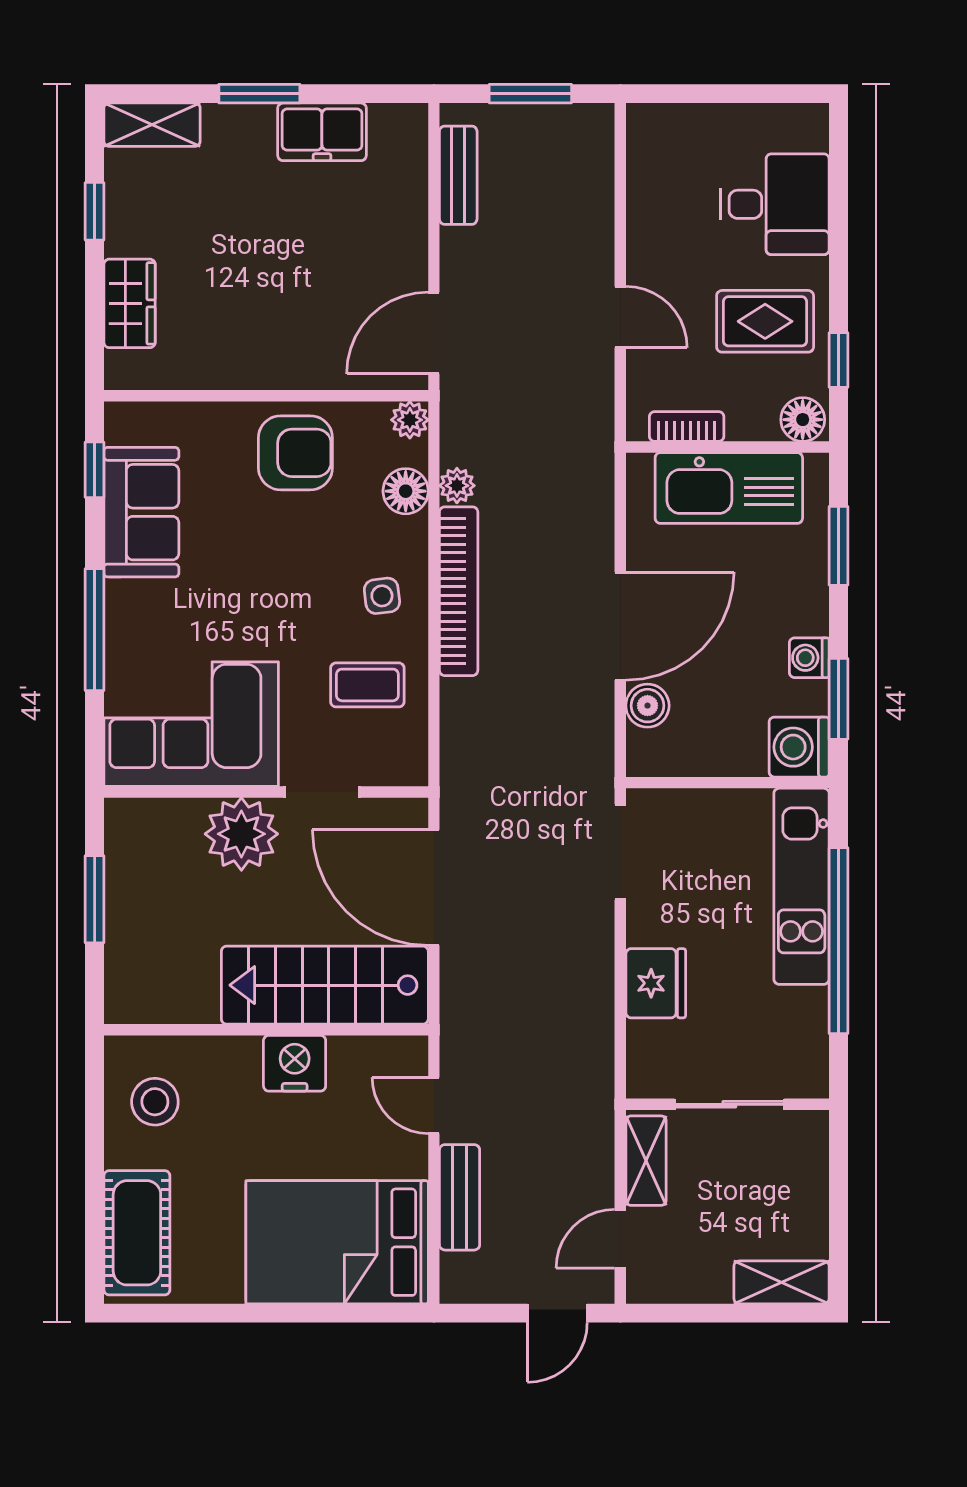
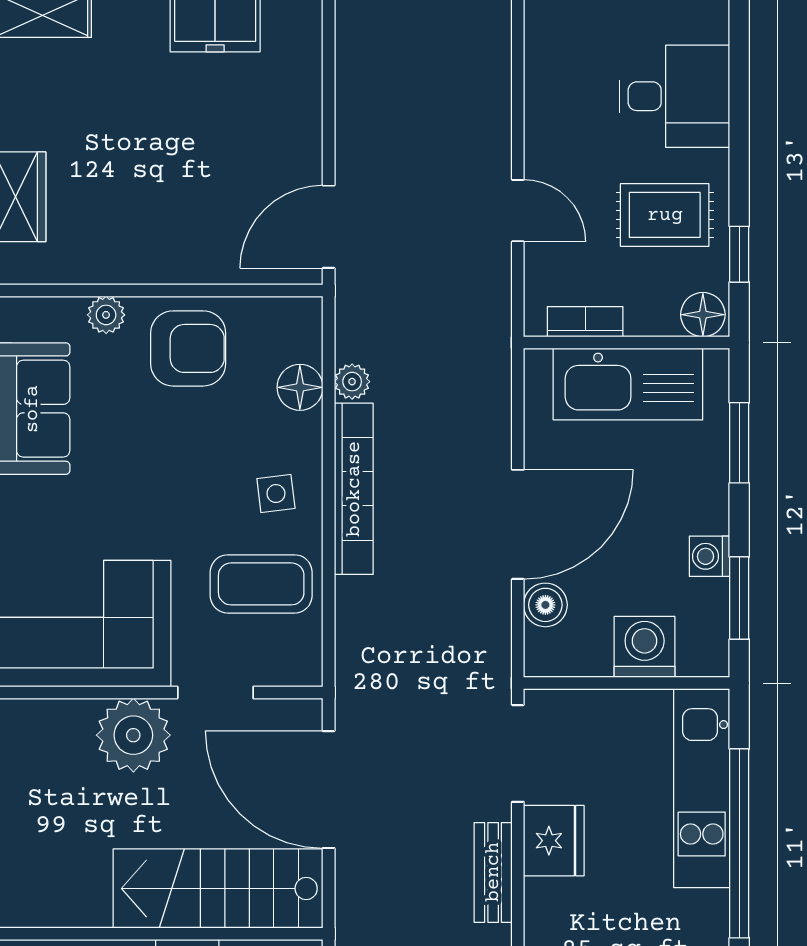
bench: (458, 175) -> (493, 872), moved
plant: (410, 420) -> (106, 315), moved
coffee table: (367, 685) -> (261, 584), width x1.36, depth x1.30
washing machine: (799, 747) -> (645, 647), moved, turned 90
fridge: (656, 983) -> (554, 841), moved

